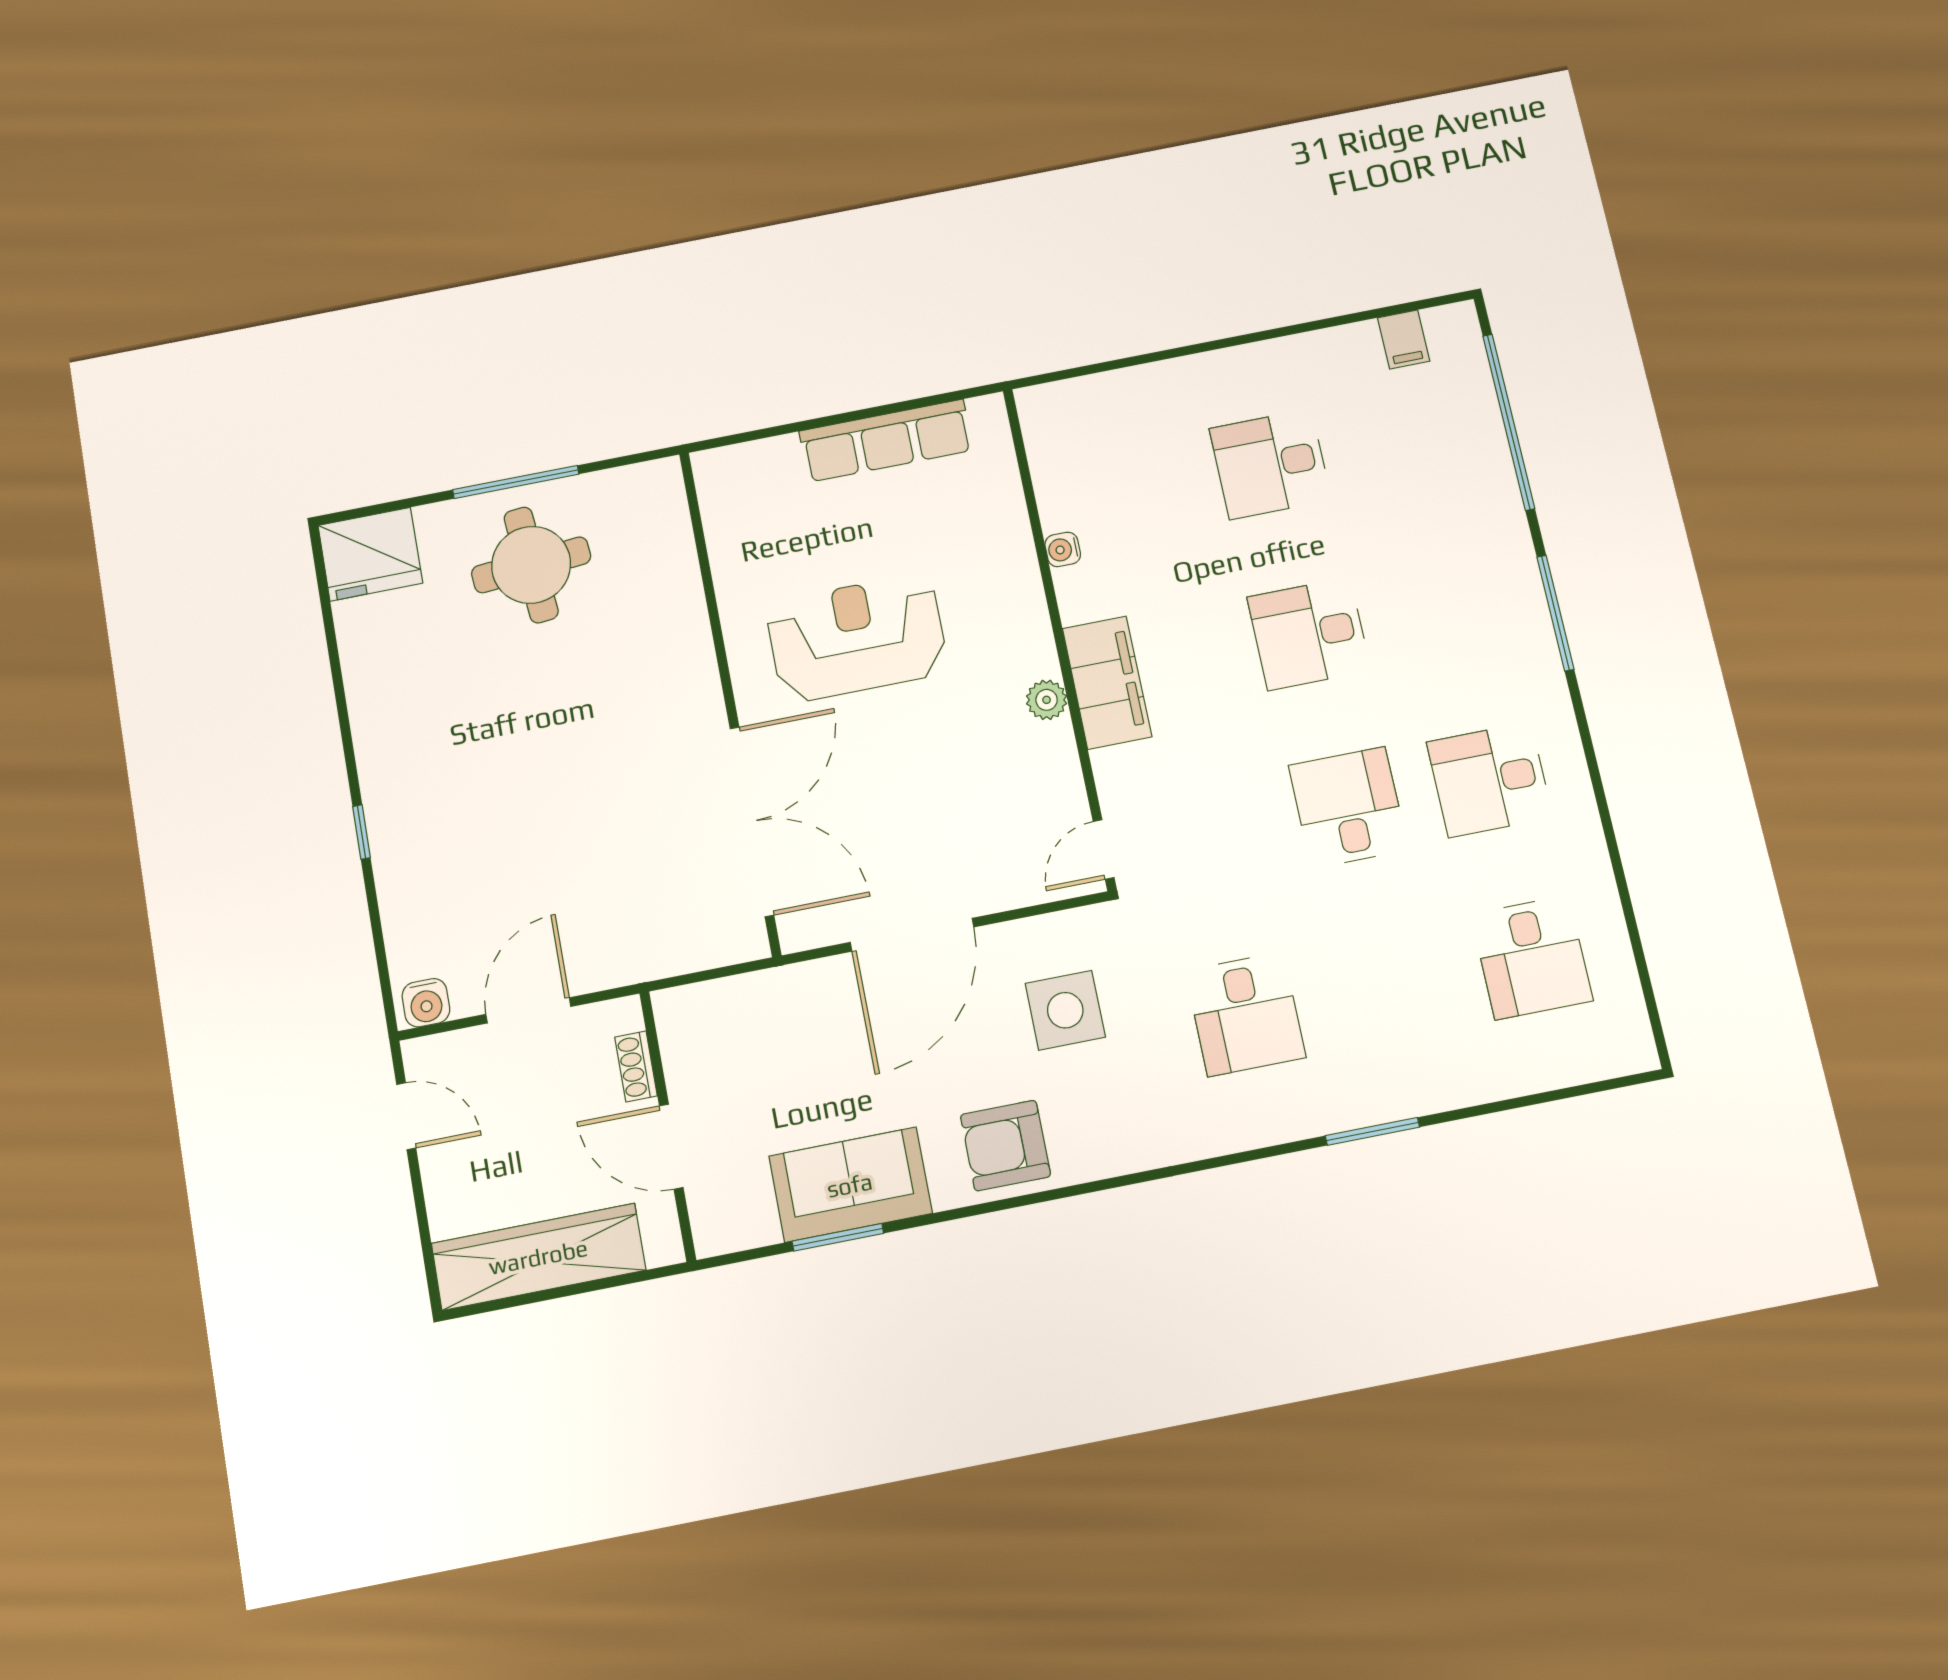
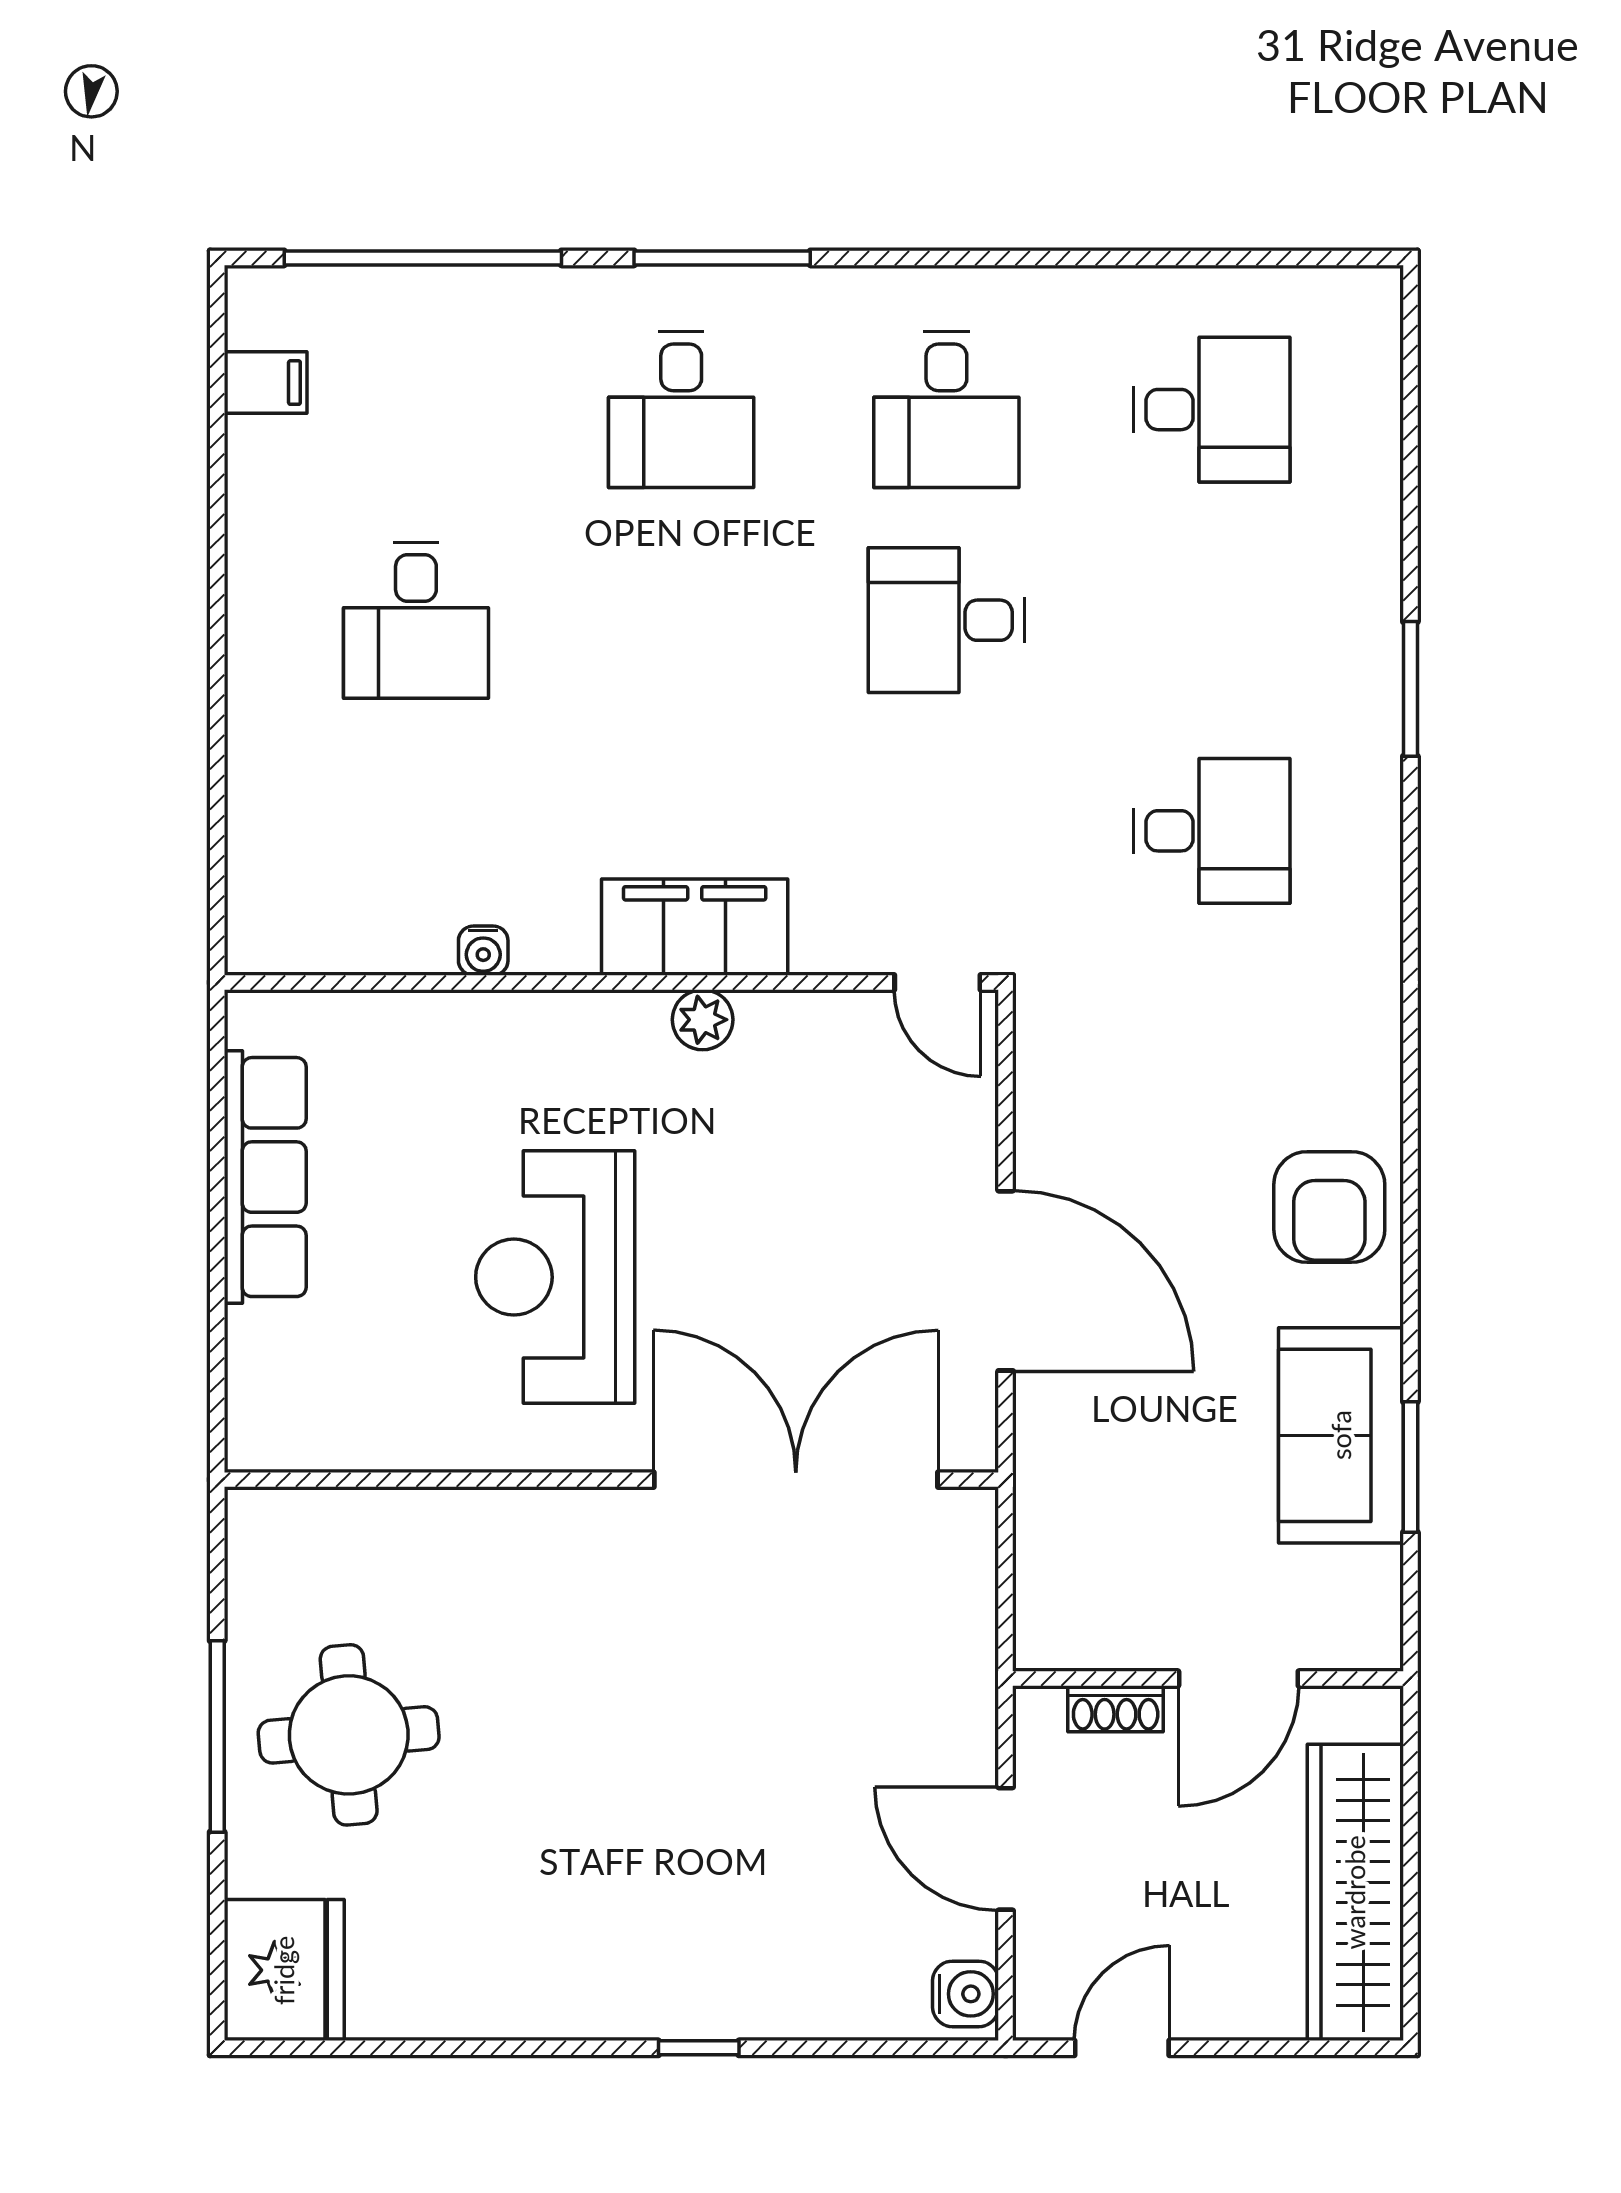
desk: (1309, 634) -> (681, 410), moved
side table: (1065, 1010) -> (1156, 1084), removed

